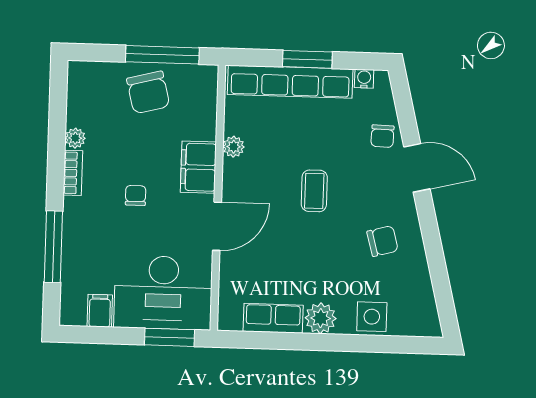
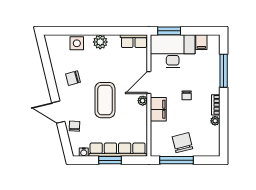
plant: (234, 147) -> (143, 101), moved
coffee table: (314, 191) -> (105, 100), width x1.86, depth x1.72
row of seats: (273, 318) -> (134, 41), moved

